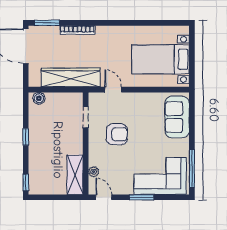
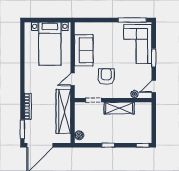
sofa: (177, 117) -> (84, 50), moved, turned -90
shelving: (75, 175) -> (119, 108), moved

